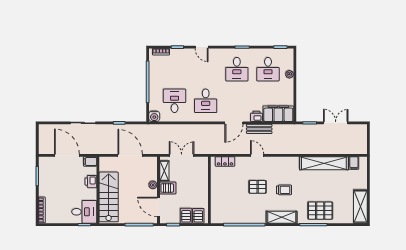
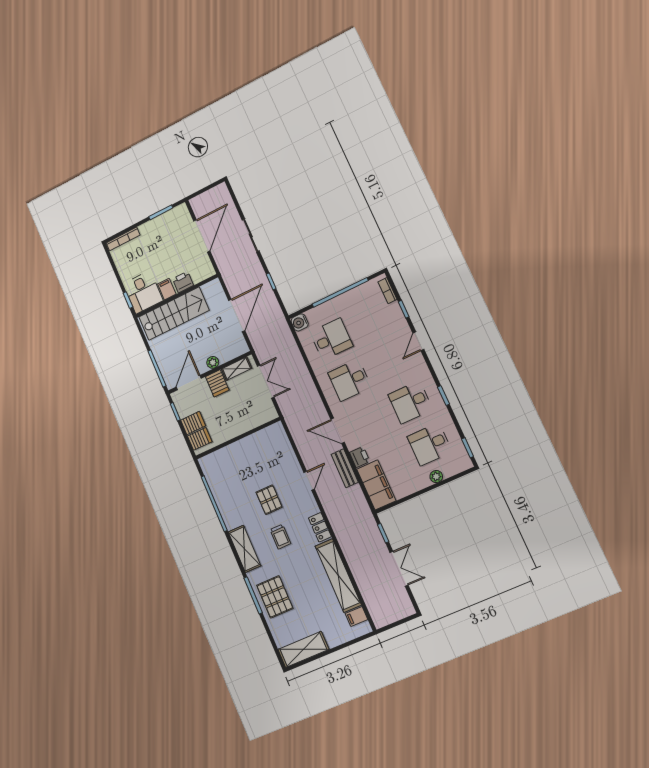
filing cabinet: (90, 161) -> (167, 289), moved
locker: (225, 161) -> (320, 527), moved

